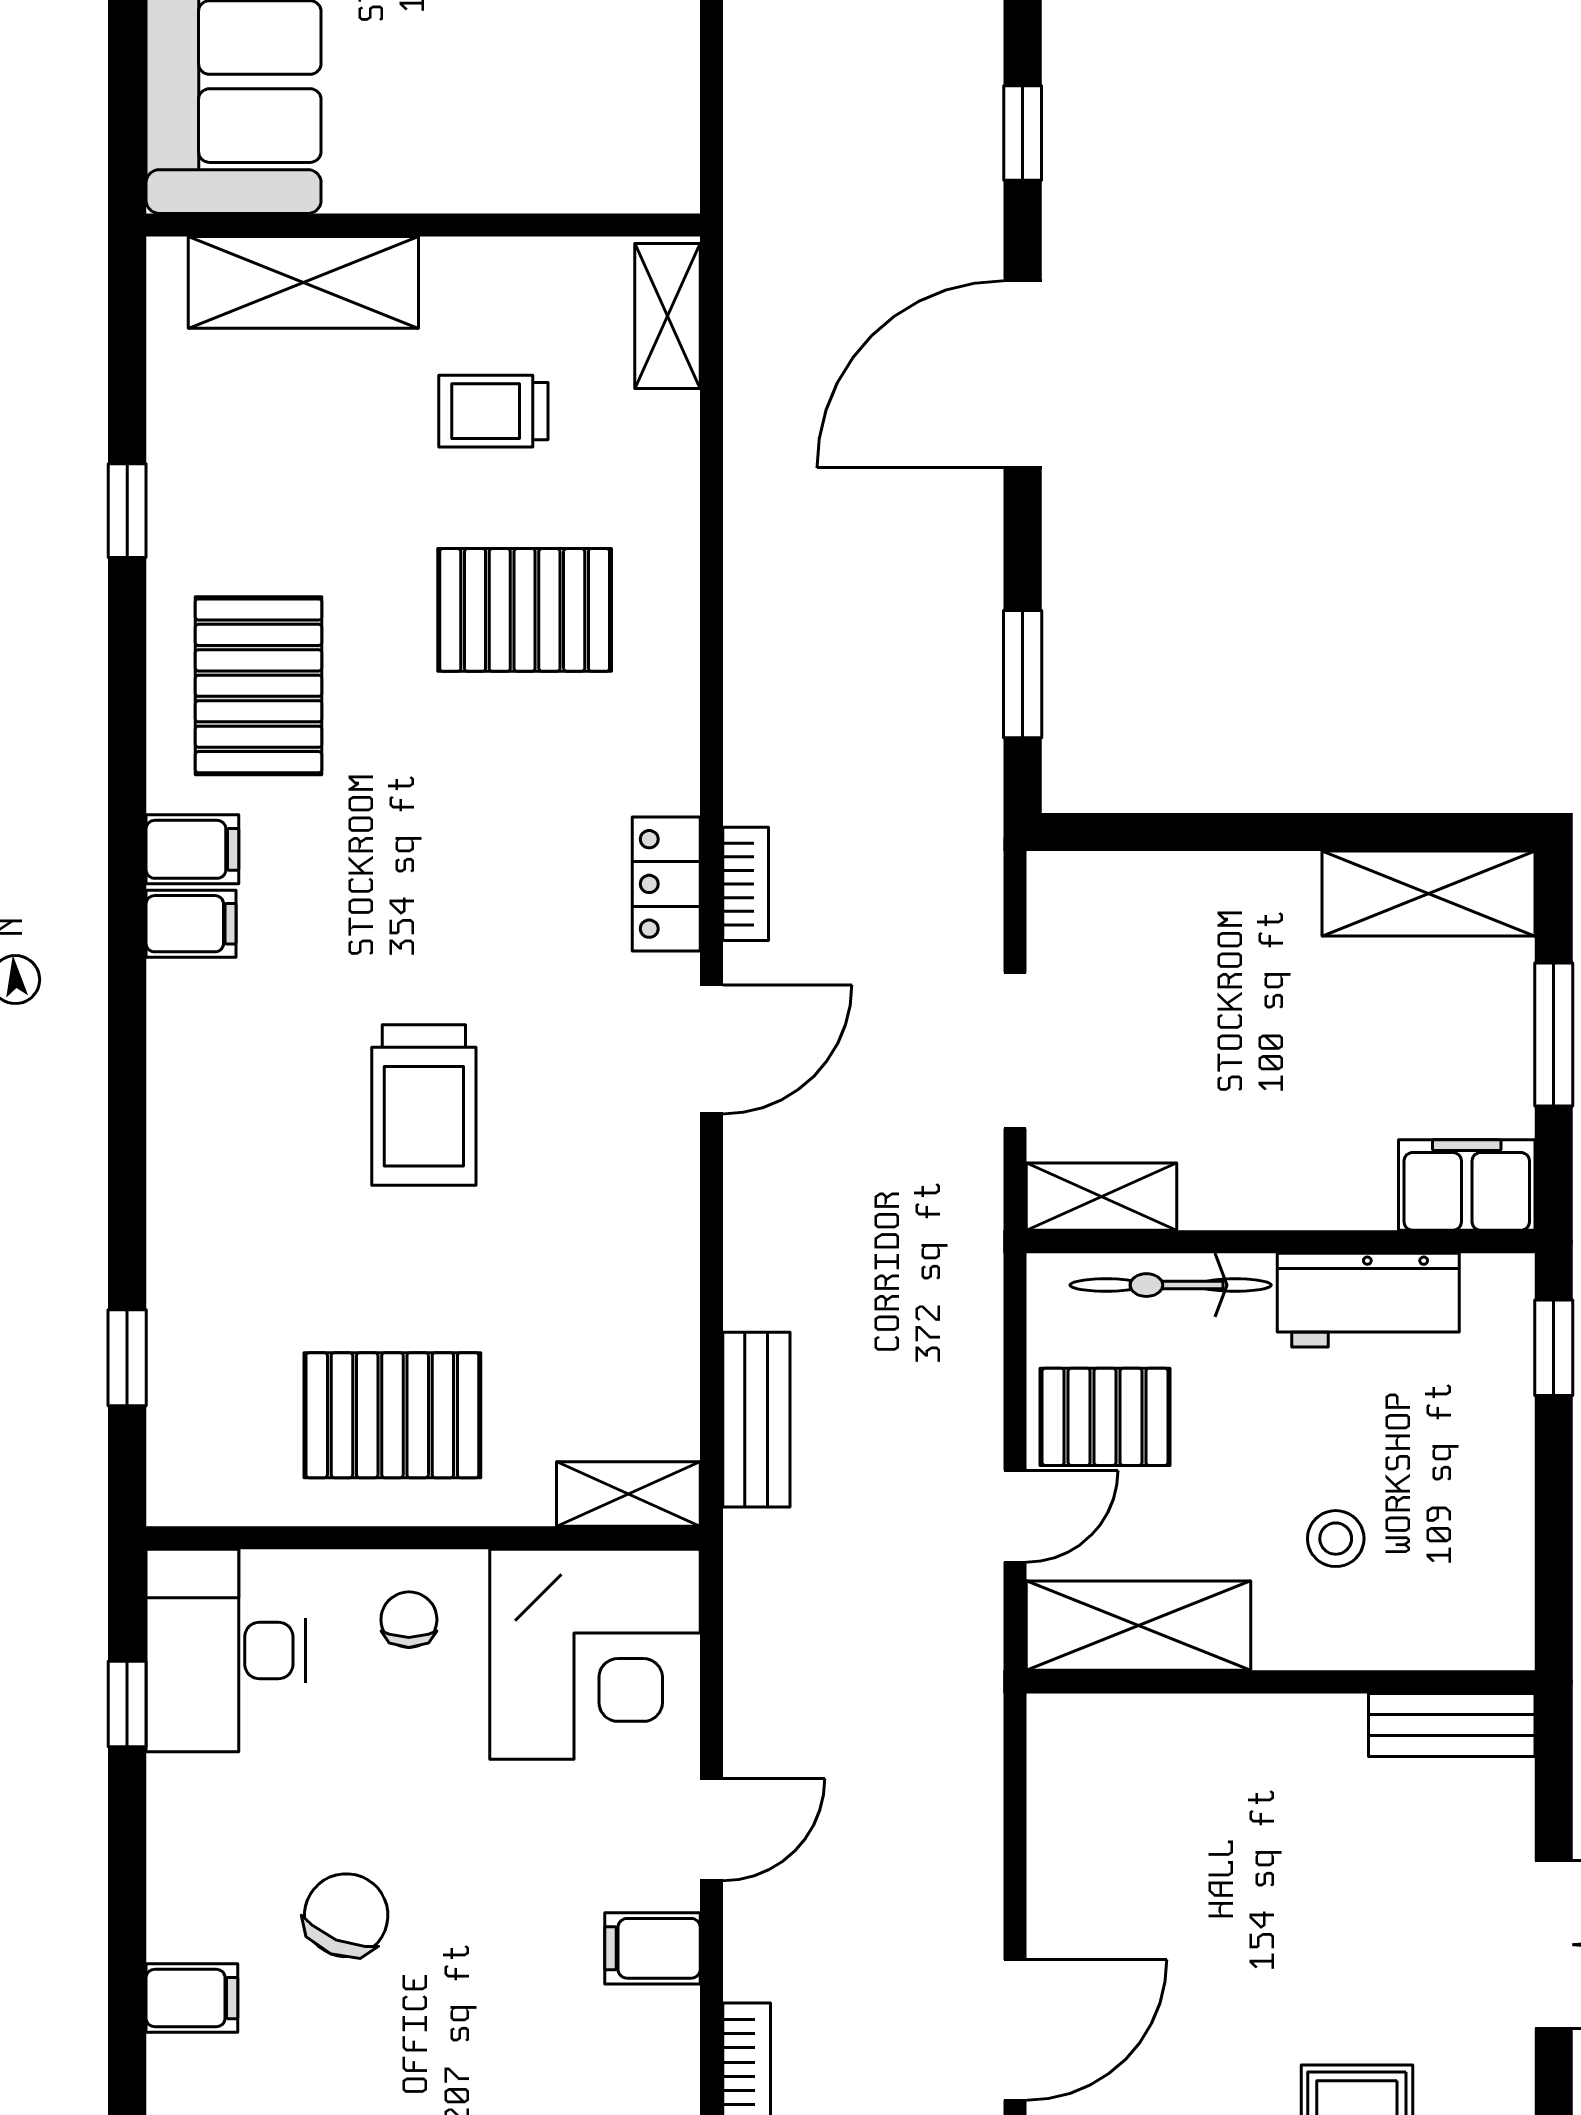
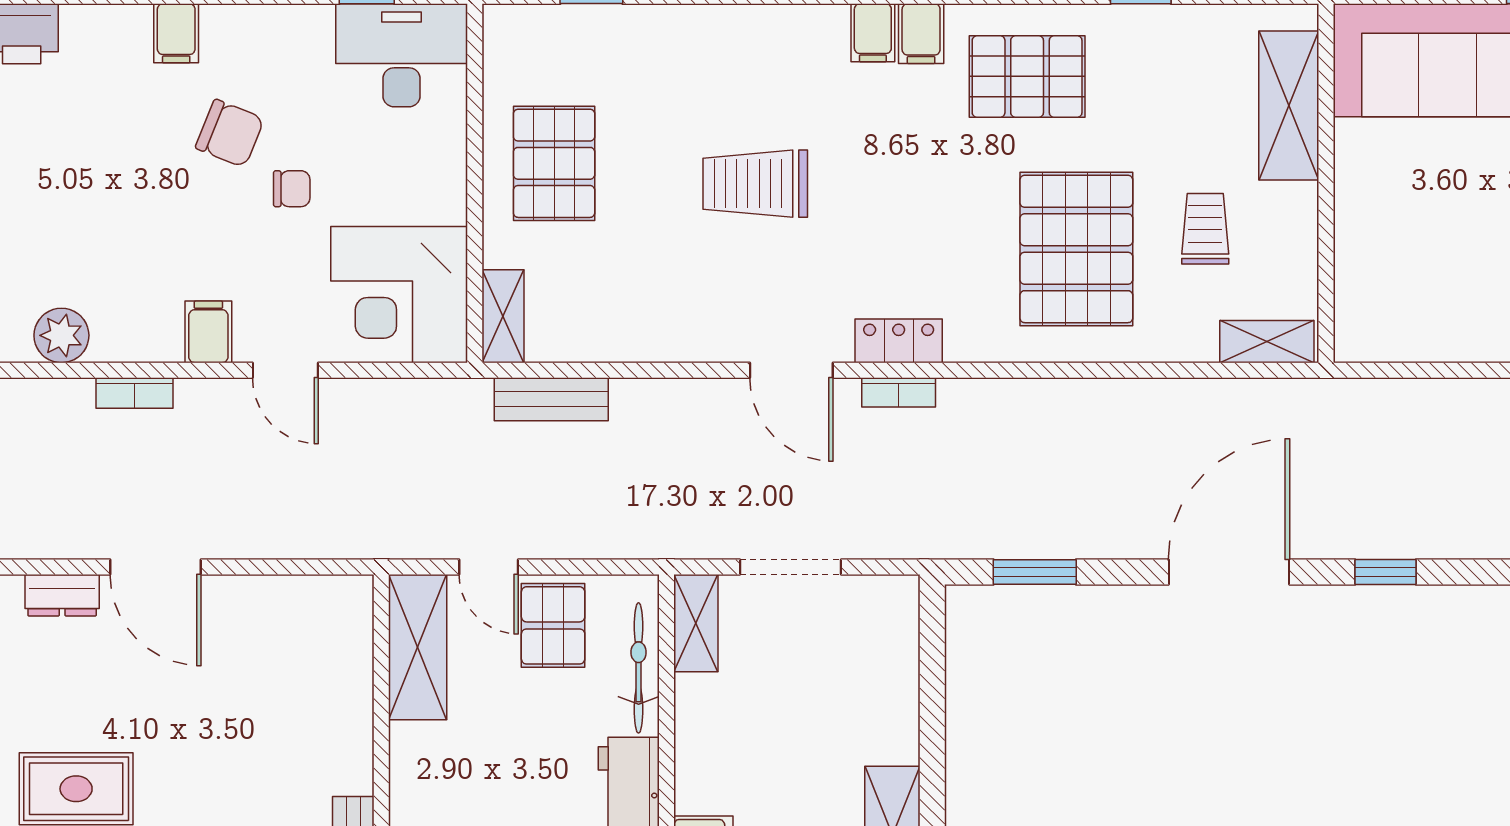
door: (1023, 374) -> (1229, 572), hinge flipped
pallet: (525, 610) -> (1076, 249), width x1.37, depth x1.41
stool: (1336, 1539) -> (474, 775), removed
chair: (409, 1620) -> (292, 189), moved

